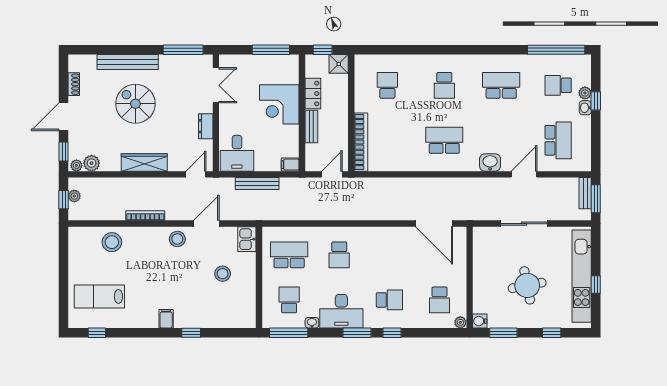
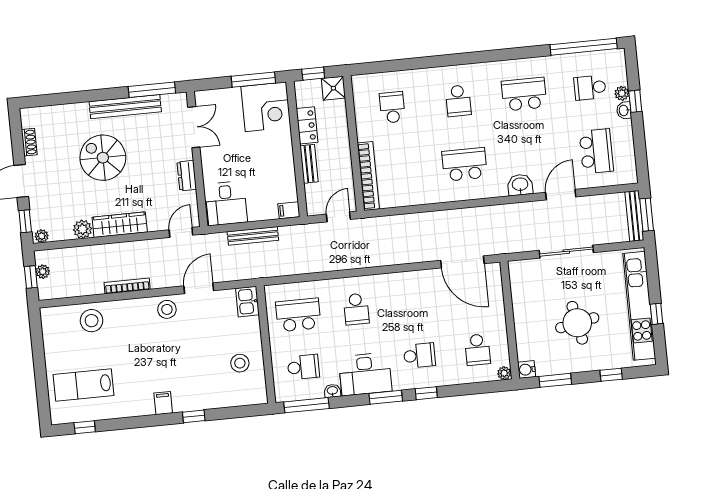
bench: (128, 62) -> (125, 107), moved
corner desk: (279, 104) -> (266, 107), moved, turned -90
plant: (92, 163) -> (82, 229), moved
bench: (585, 193) -> (634, 216), width x1.36
stool: (223, 274) -> (240, 363), moved
school desk: (289, 300) -> (303, 367), turned 90

